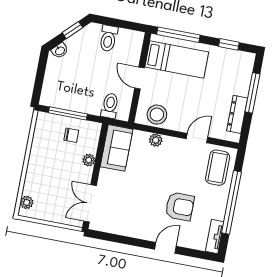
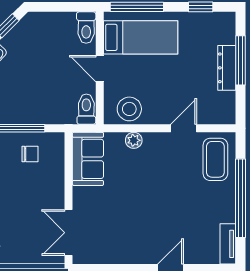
toilet: (108, 38) -> (86, 28), moved
toilet: (110, 106) -> (86, 109), moved
dresser: (237, 114) -> (227, 68), moved
plant: (89, 160) -> (57, 180), removed
armchair: (180, 206) -> (178, 215), removed

